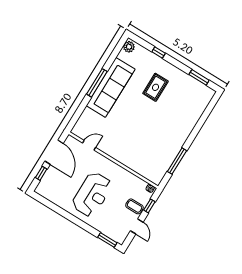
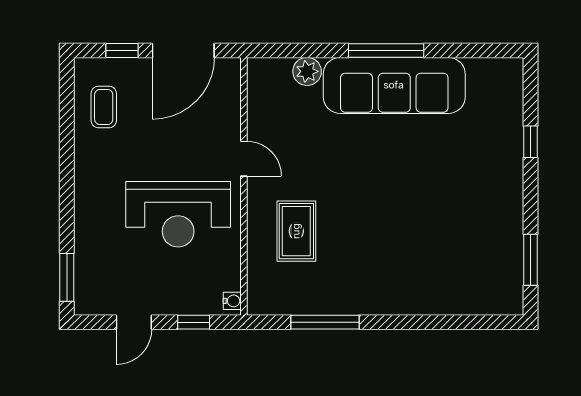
plant: (129, 47) -> (307, 71), moved
rug: (155, 87) -> (296, 231), moved, turned 90
door: (89, 145) -> (244, 159), moved
reception desk: (92, 194) -> (178, 214), moved
coffee table: (134, 206) -> (104, 107), moved

